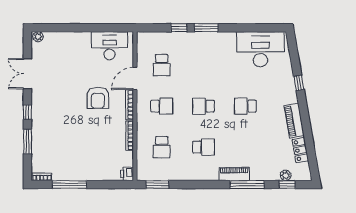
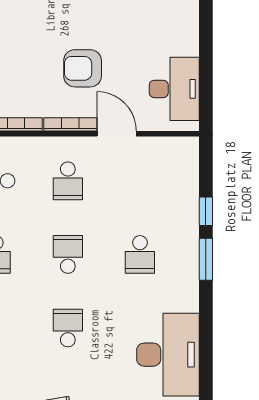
school desk: (162, 65) -> (140, 254), moved, turned -90

